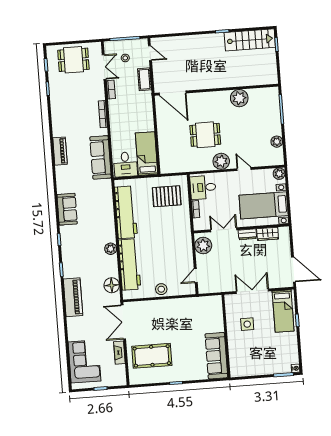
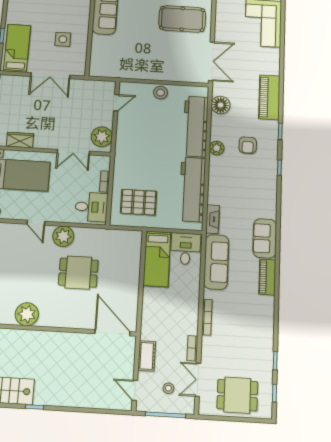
sofa: (67, 209) -> (265, 238), moved
dresser: (247, 234) -> (45, 143), removed
armchair: (86, 255) -> (248, 145), added
fireplace: (119, 353) -> (213, 219), moved

